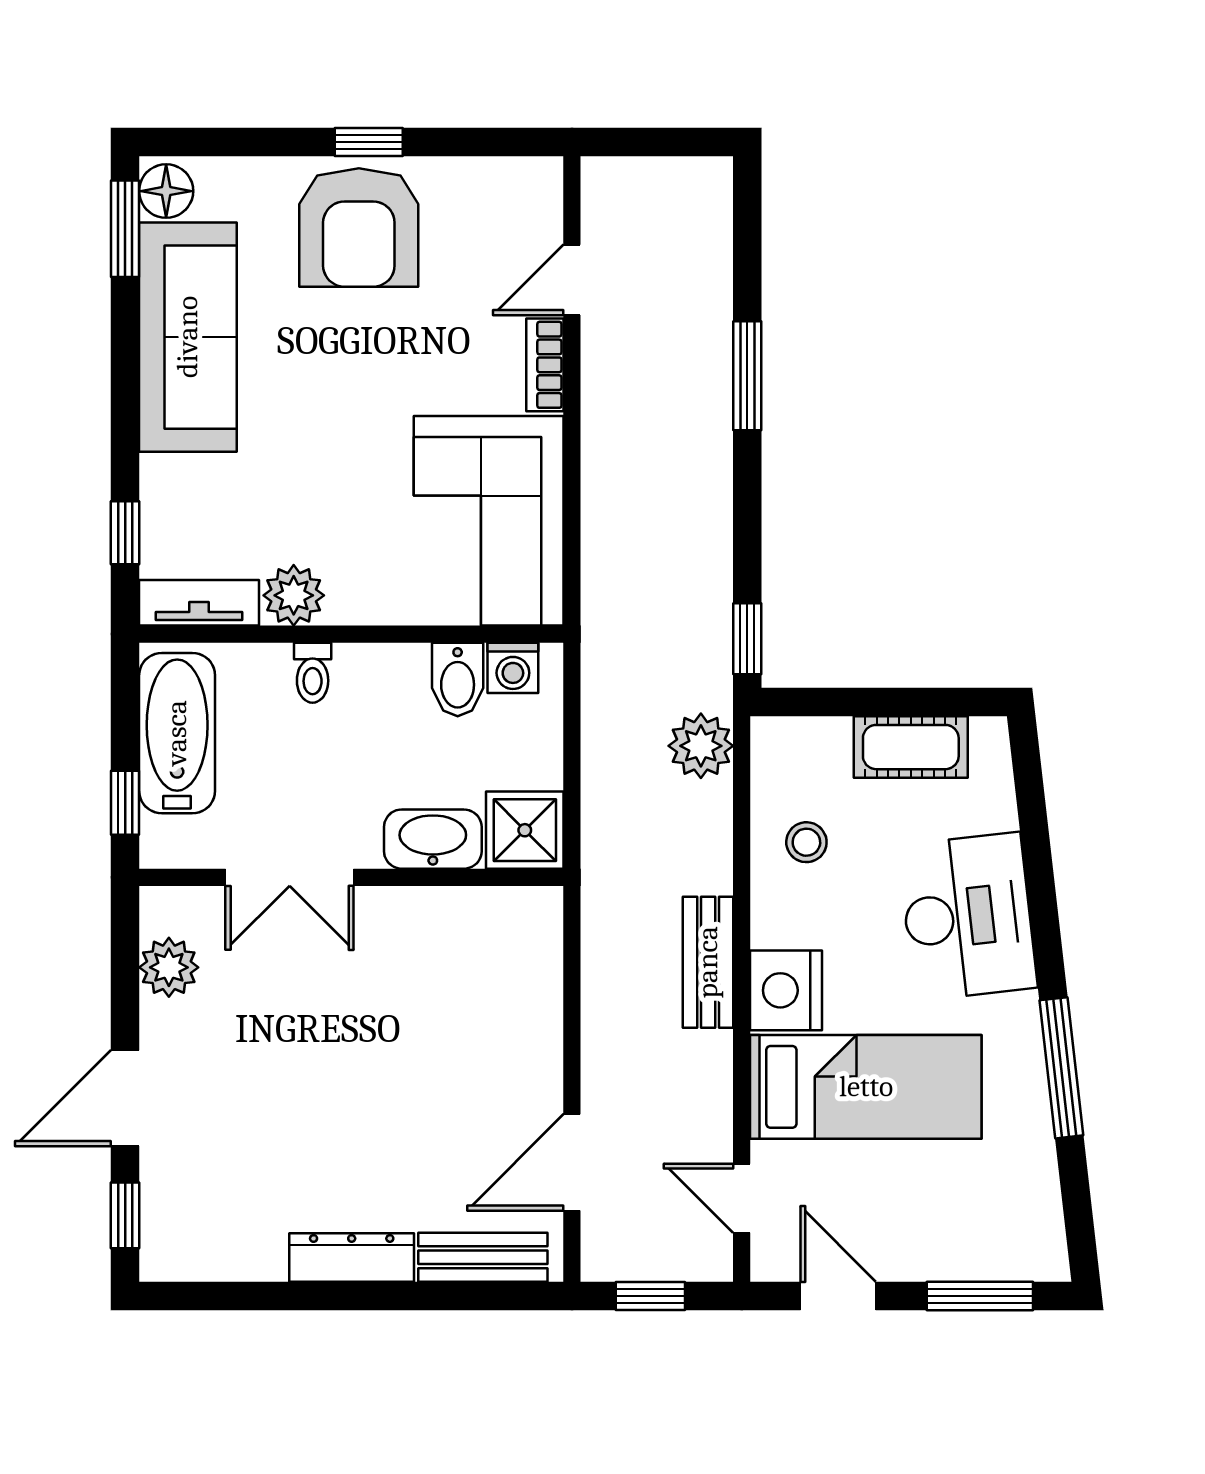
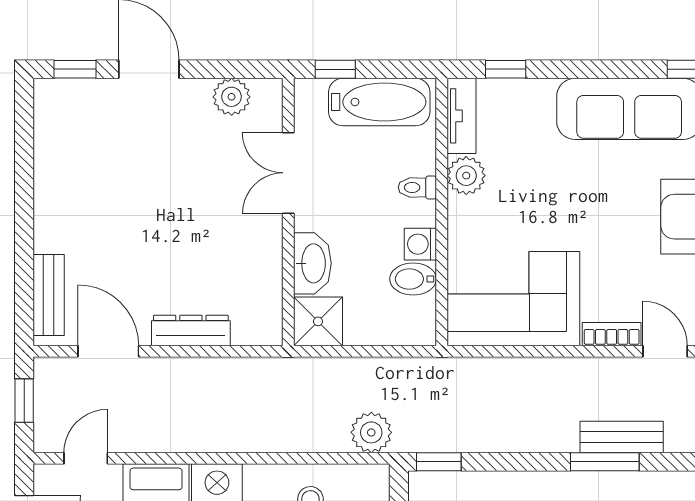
washing machine: (513, 668) -> (420, 244), moved
bench: (708, 962) -> (622, 437), moved
dresser: (352, 1257) -> (191, 330), moved, turned -90

